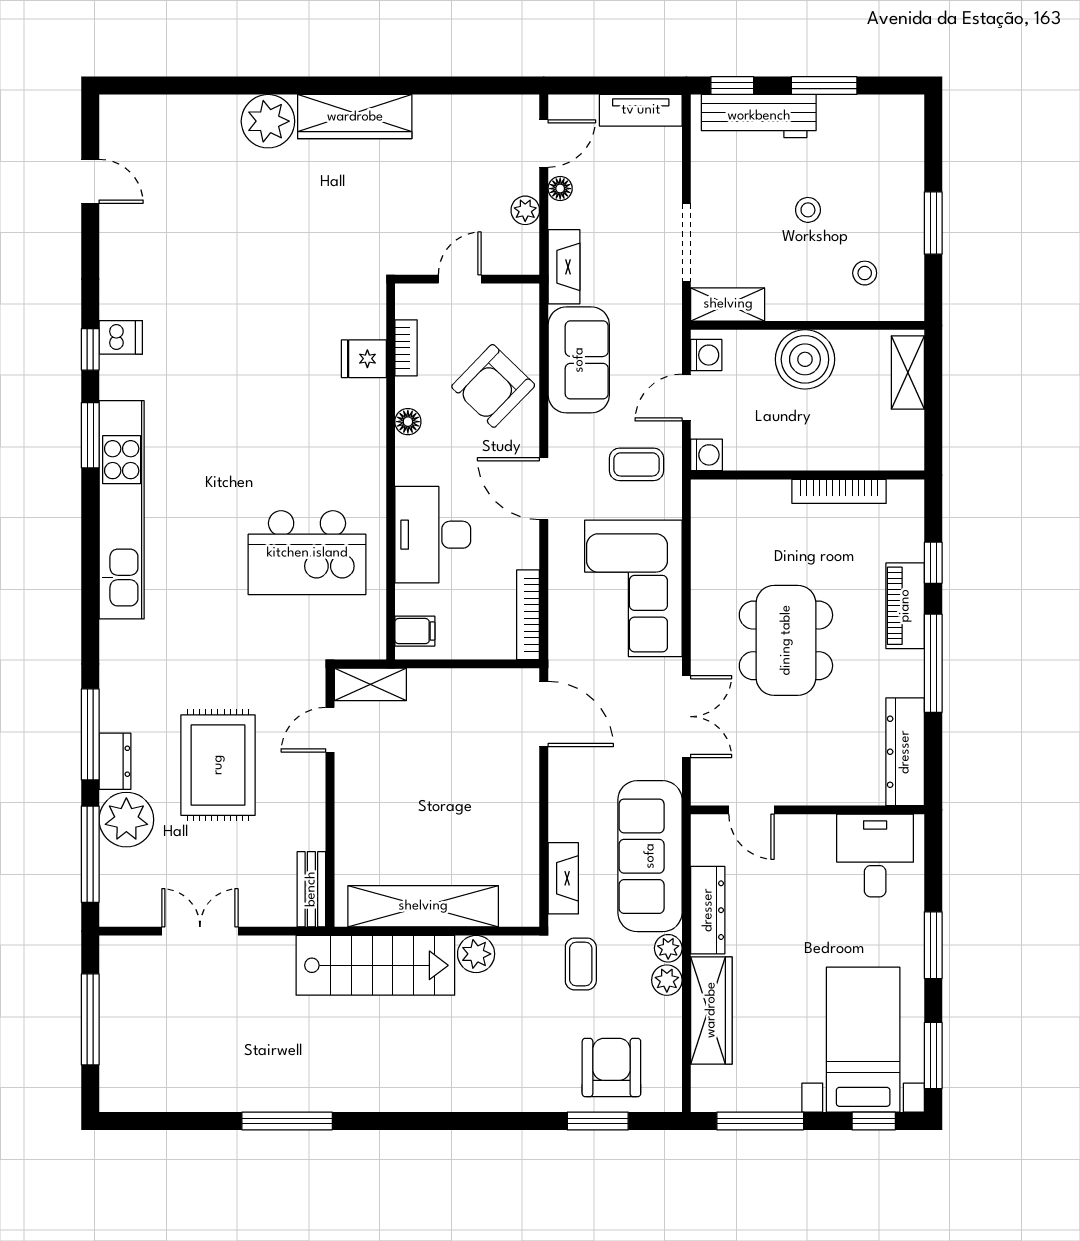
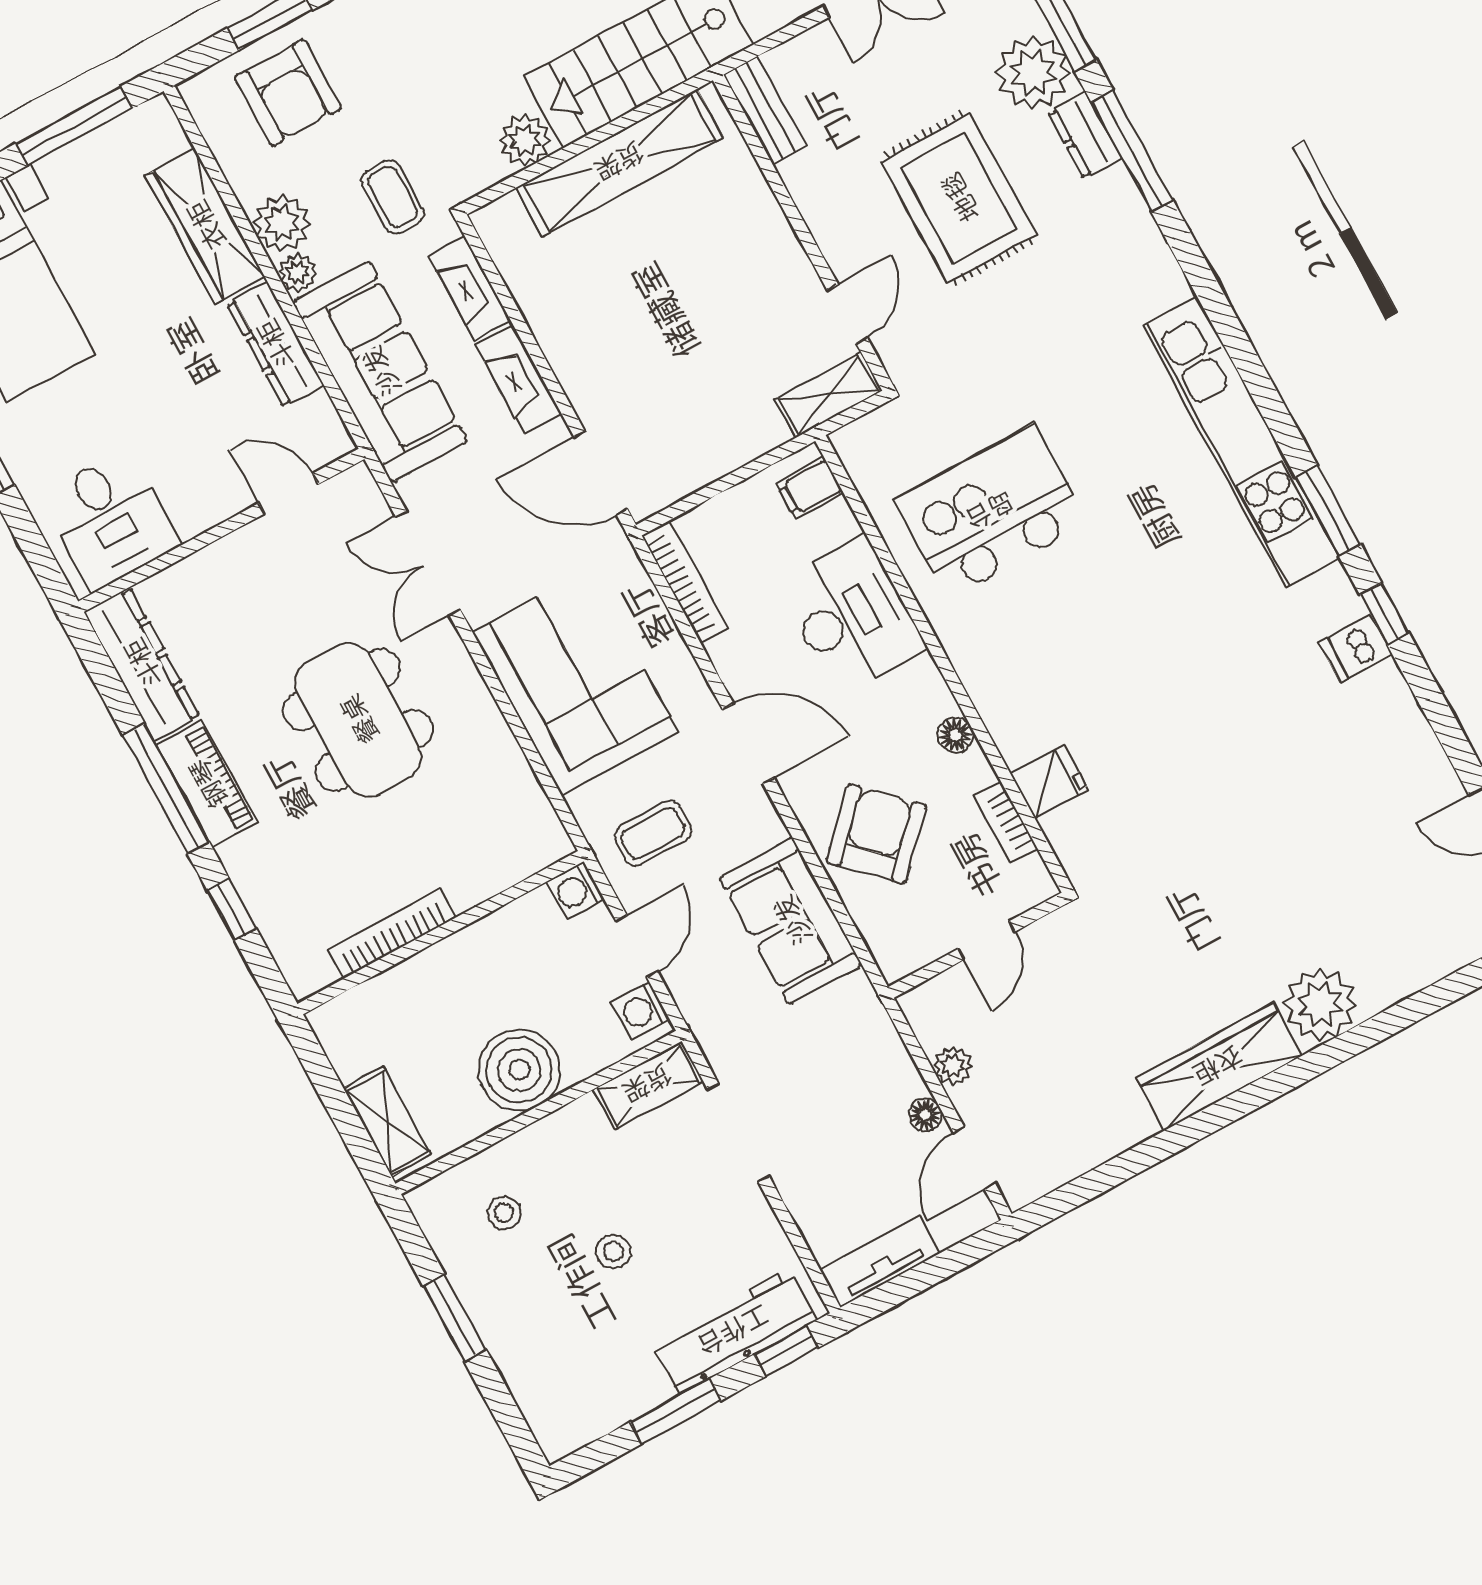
fireplace: (564, 267) -> (518, 380), moved
piano: (905, 606) -> (207, 784), moved
plant: (667, 980) -> (282, 223), width x1.38, depth x1.38

